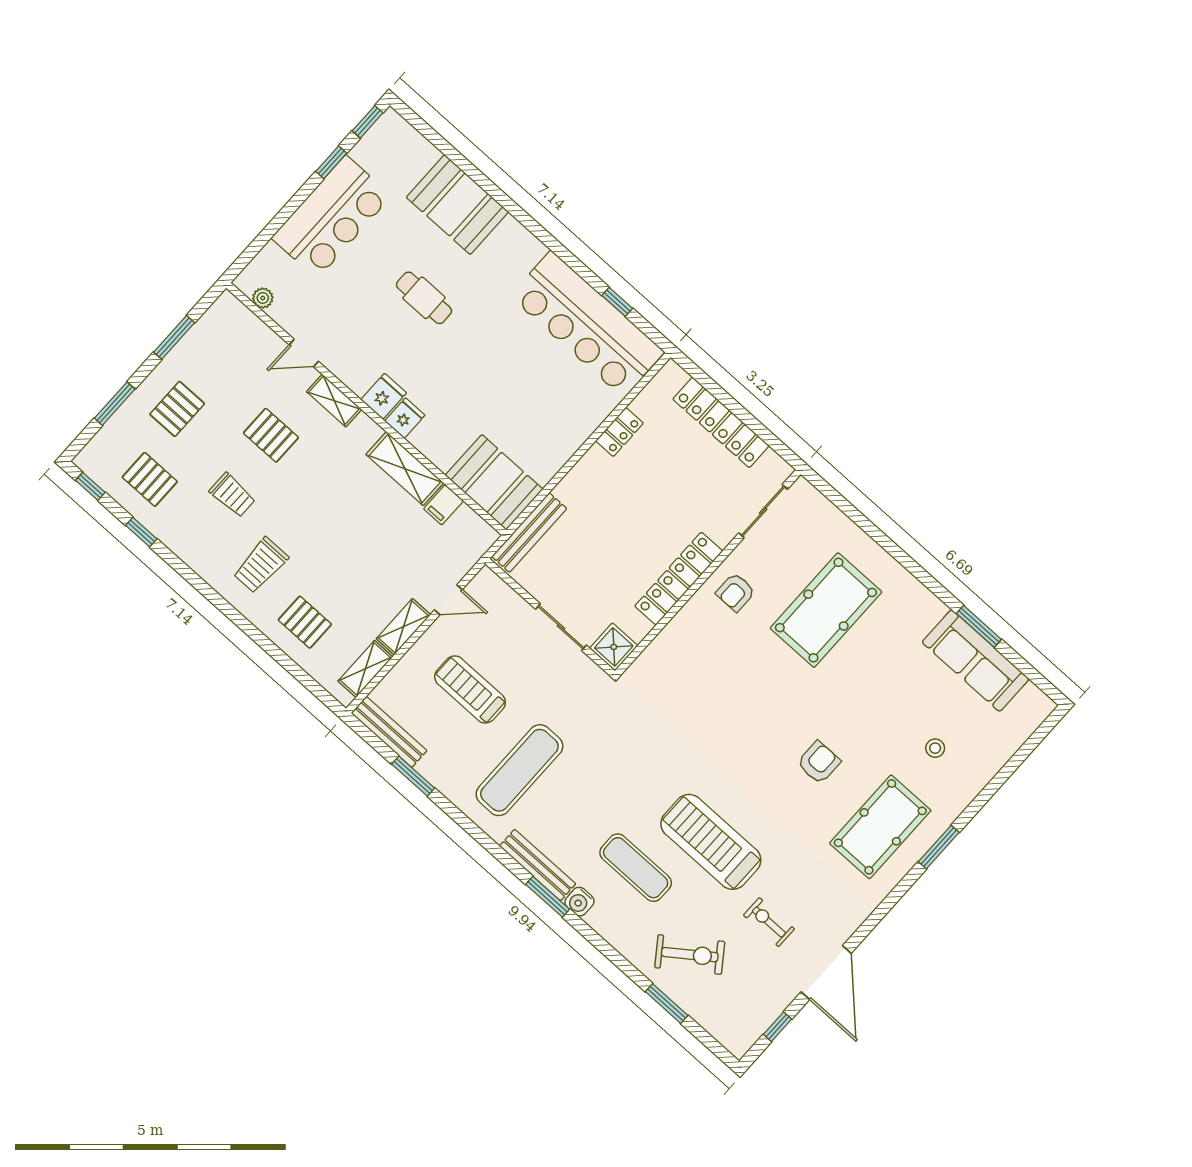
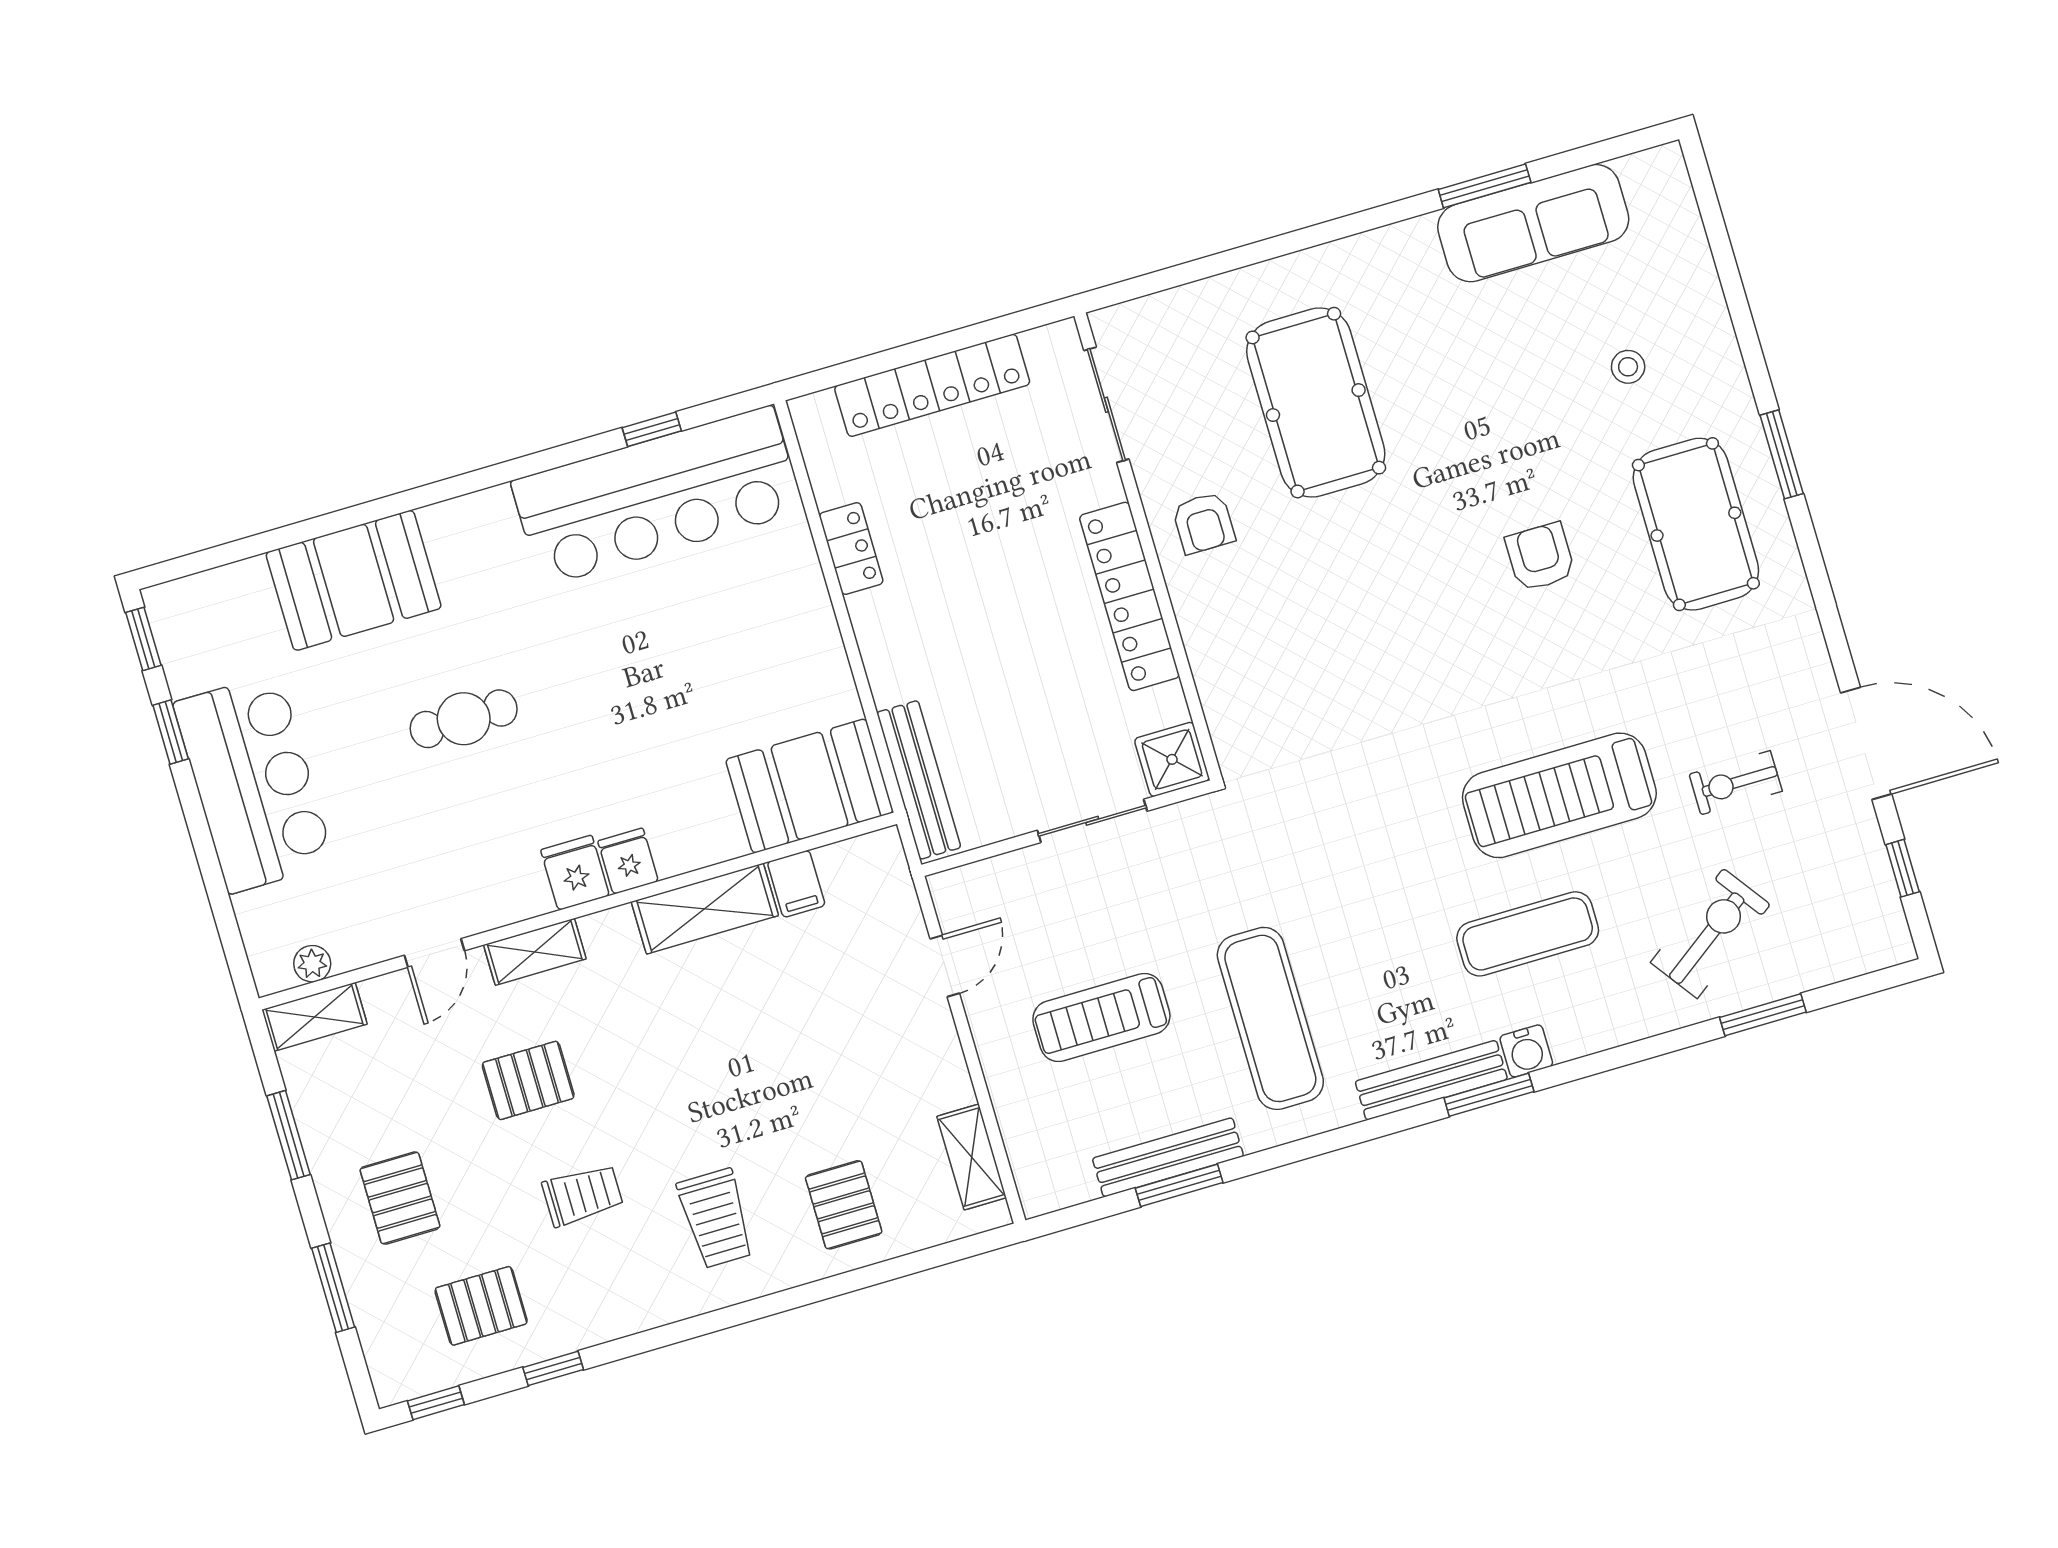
pallet: (305, 622) -> (844, 1205), turned 90
shelving: (403, 627) -> (315, 1017), moved, turned 90
bench: (389, 732) -> (1168, 1157), moved

